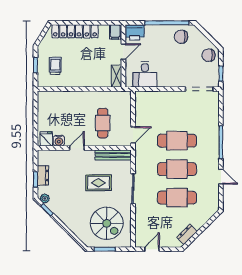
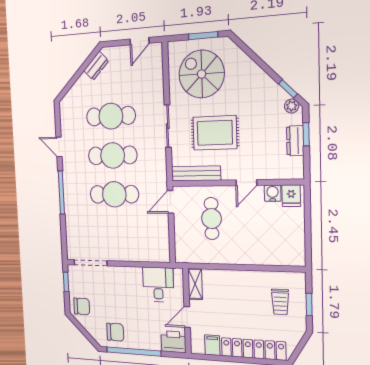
filing cabinet: (115, 32) -> (212, 345), moved
rug: (98, 183) -> (215, 133), width x1.36, depth x1.43

